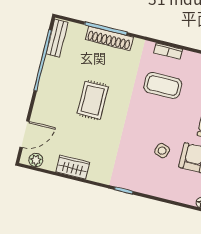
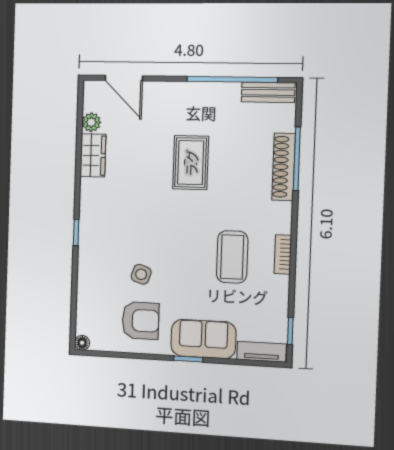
rug: (93, 100) -> (191, 163), turned 90
plant: (36, 160) -> (91, 122), moved

